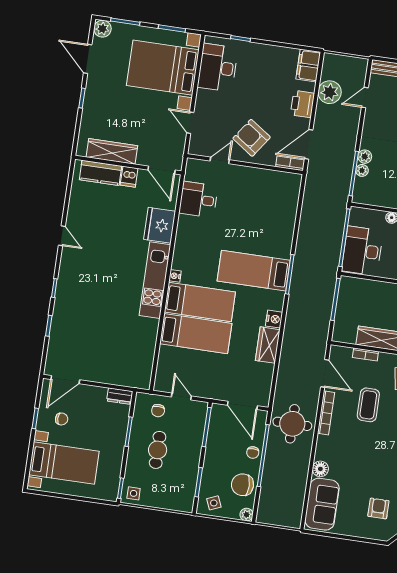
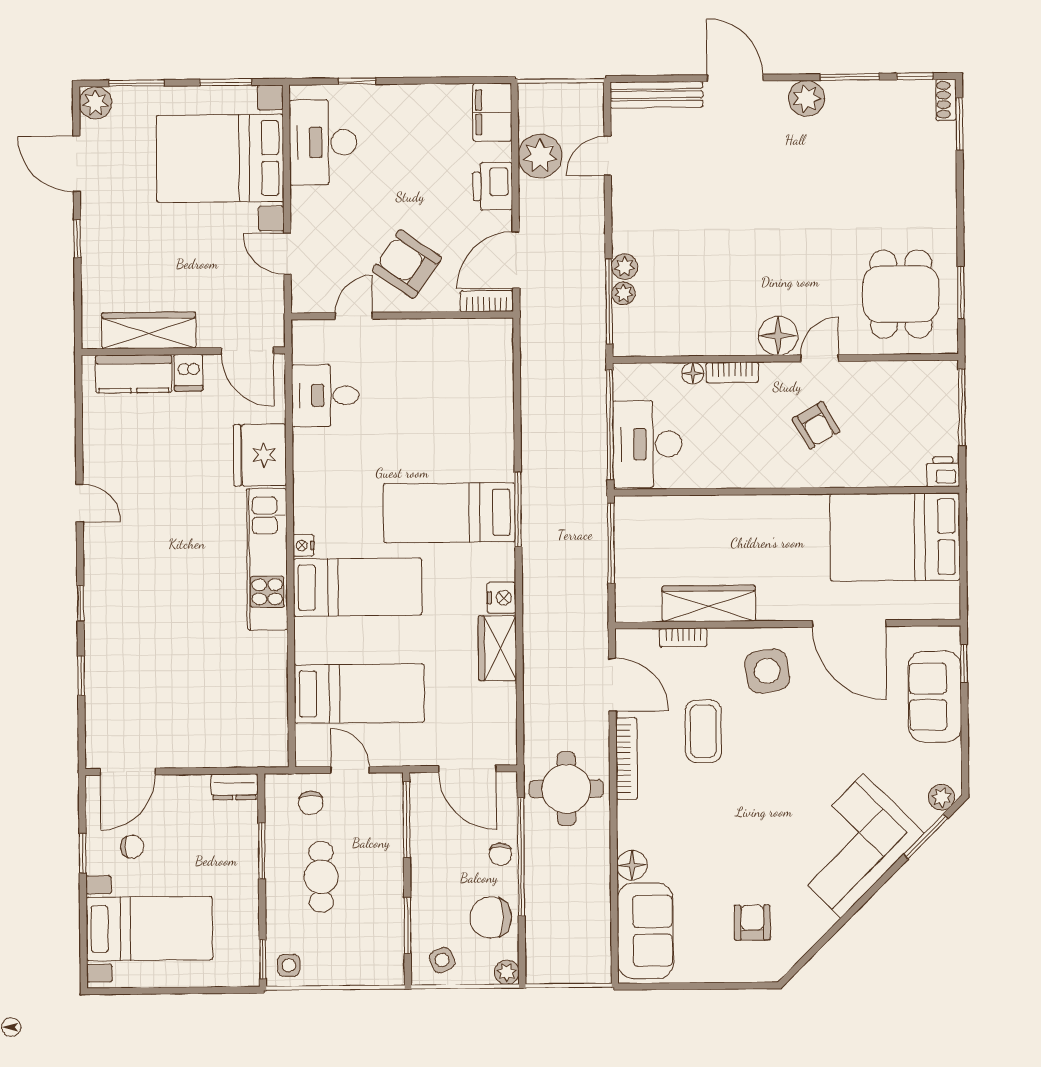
bed: (196, 334) -> (359, 693), moved

